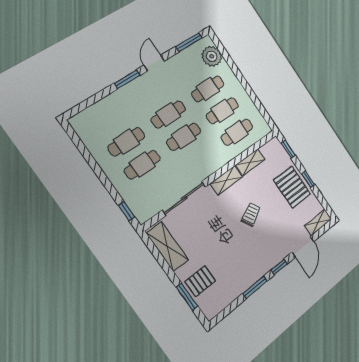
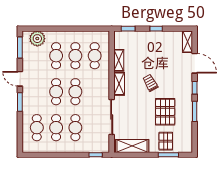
cafe table: (110, 119) -> (37, 128), added
pallet: (292, 187) -> (165, 112), moved, turned 90

